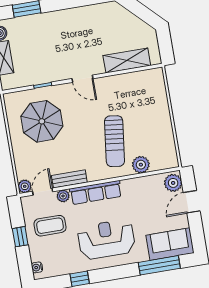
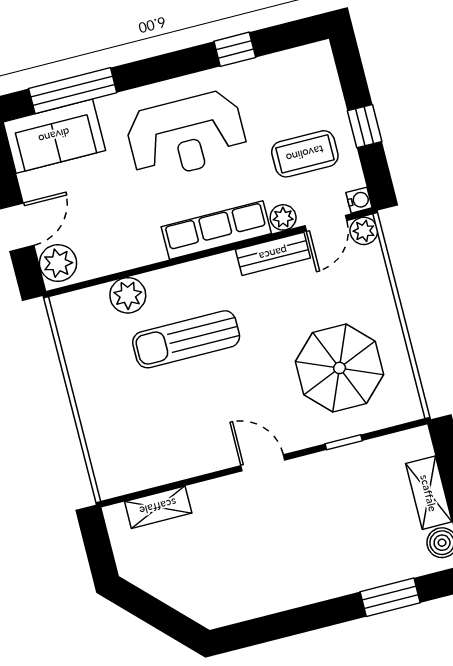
shelving: (127, 60) -> (158, 507), width x0.67, depth x0.75
sun lounger: (115, 141) -> (186, 339), turned -97
water cooler: (37, 267) -> (359, 200), moved

